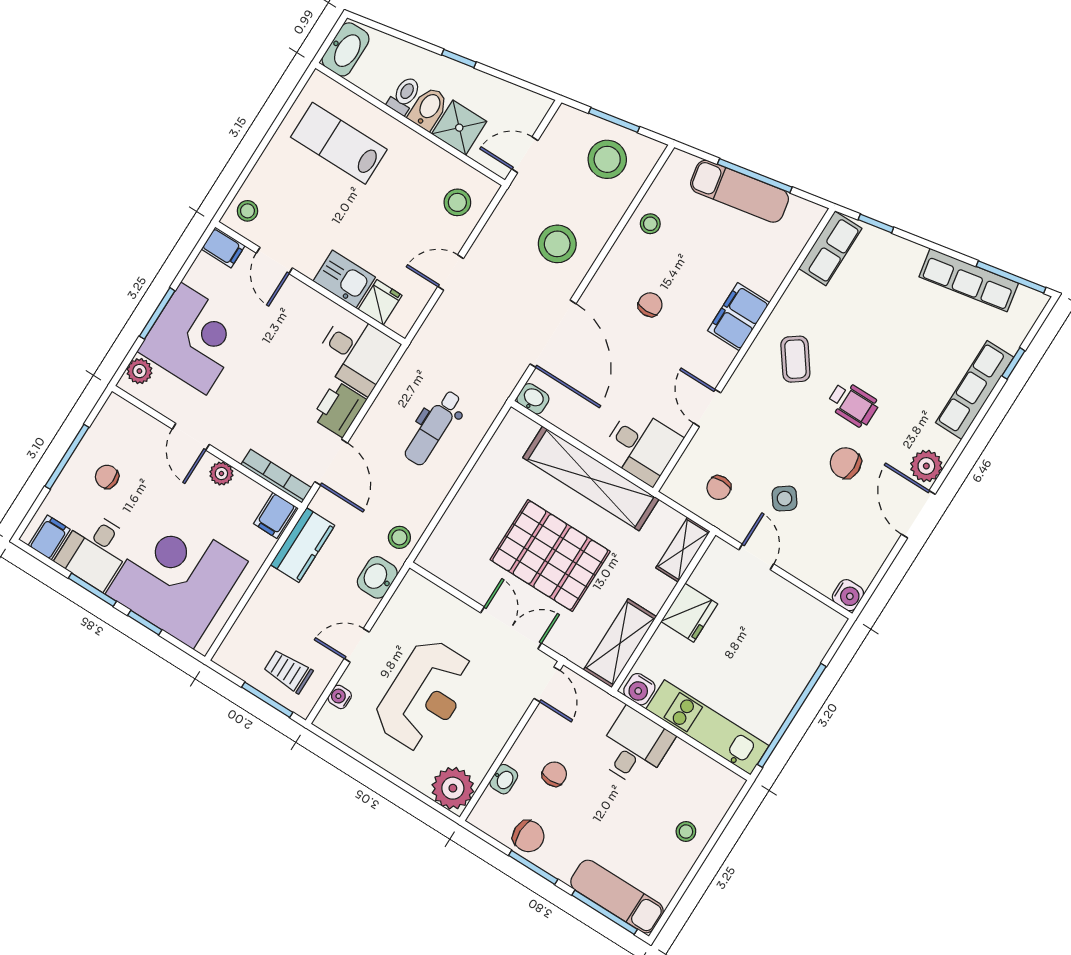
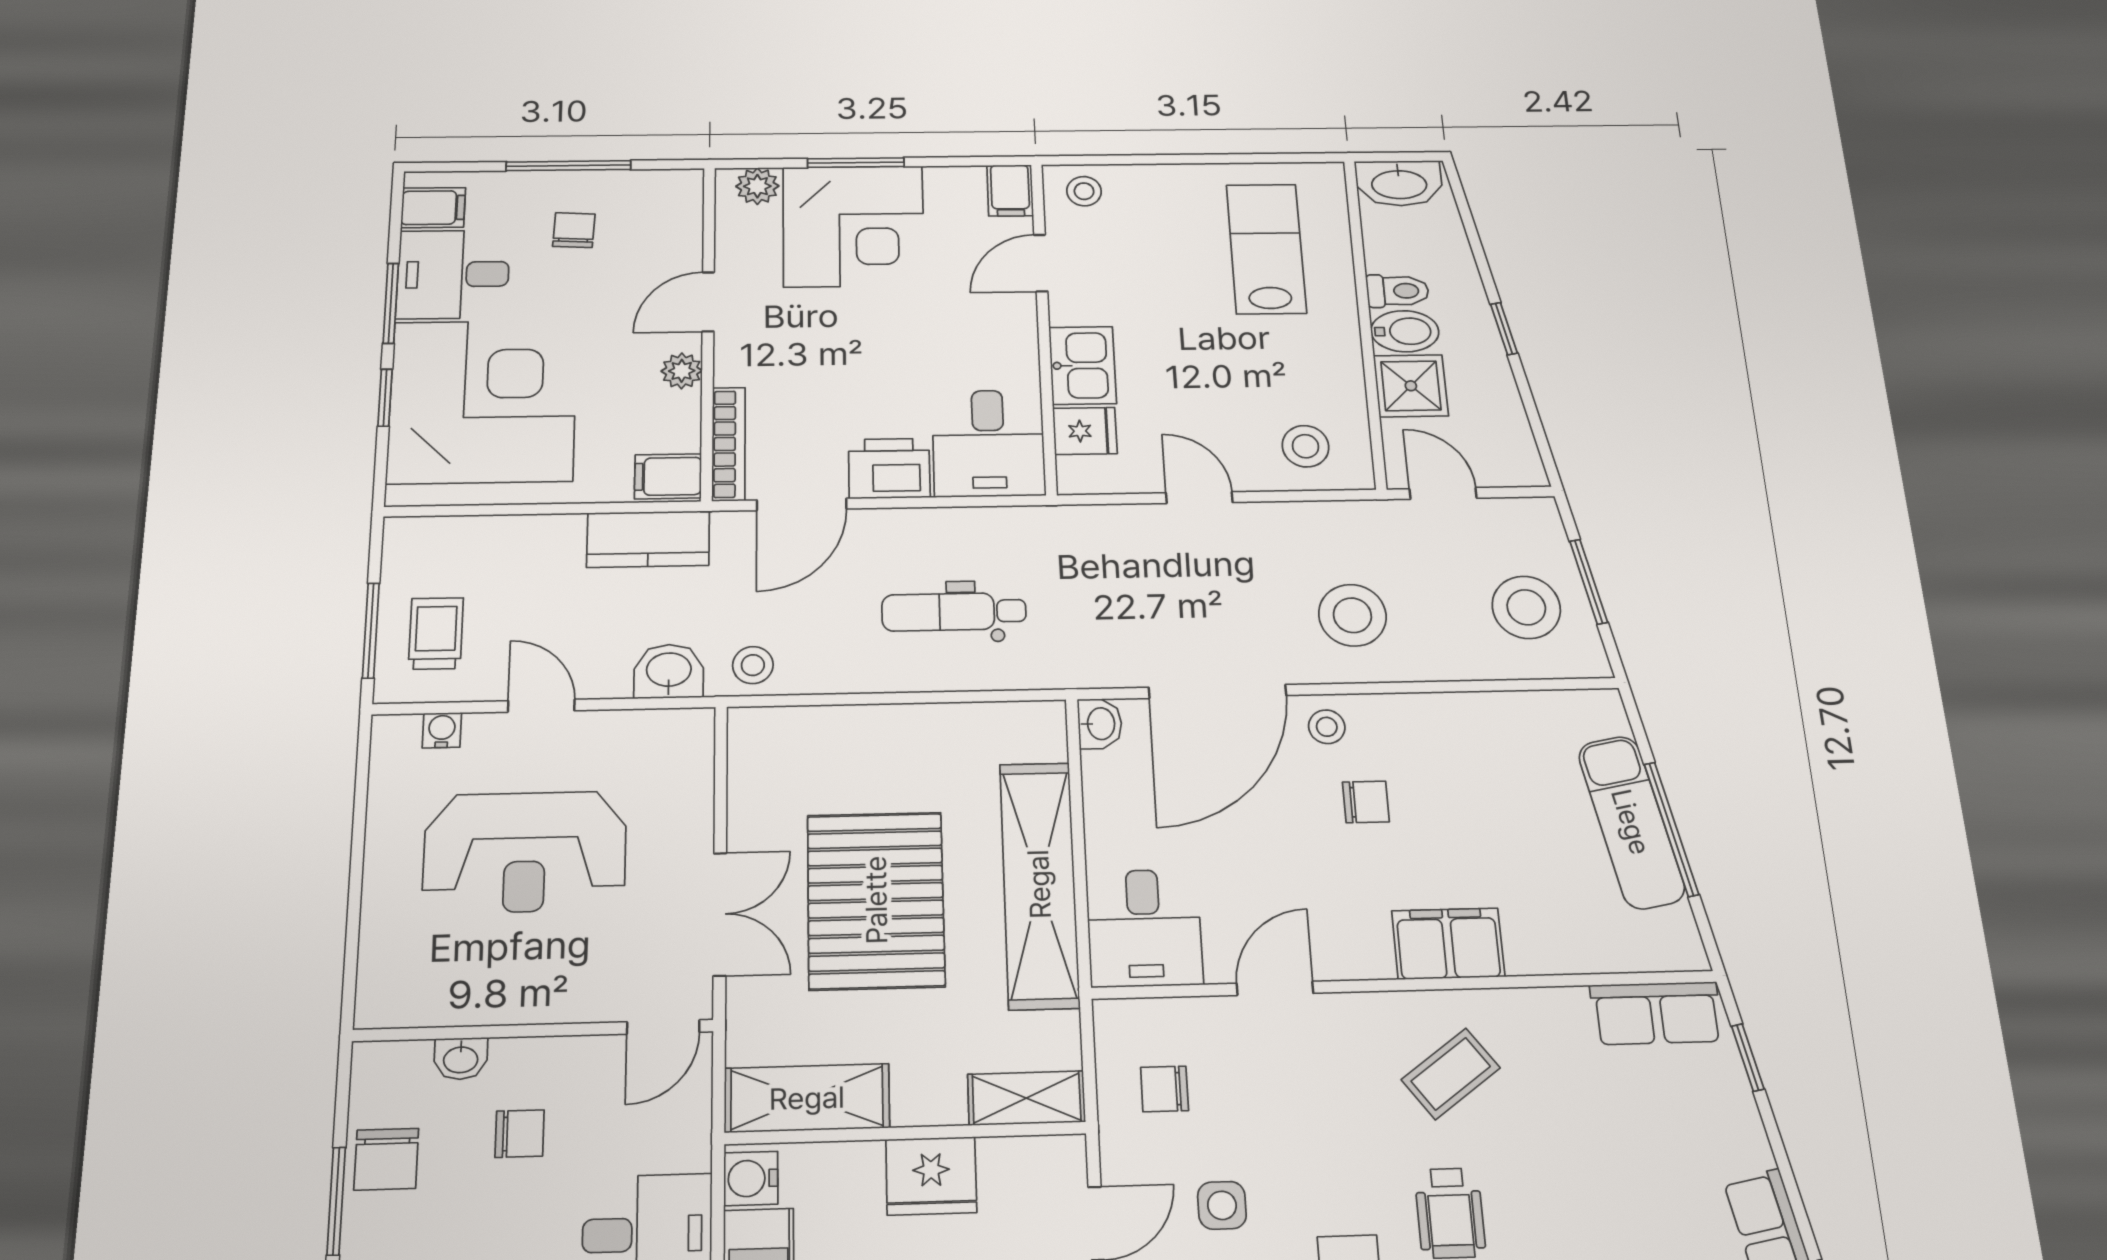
stool: (650, 224) -> (1327, 727), moved
side table: (785, 499) -> (1222, 1205), turned 36
plant: (453, 788) -> (396, 989), removed

